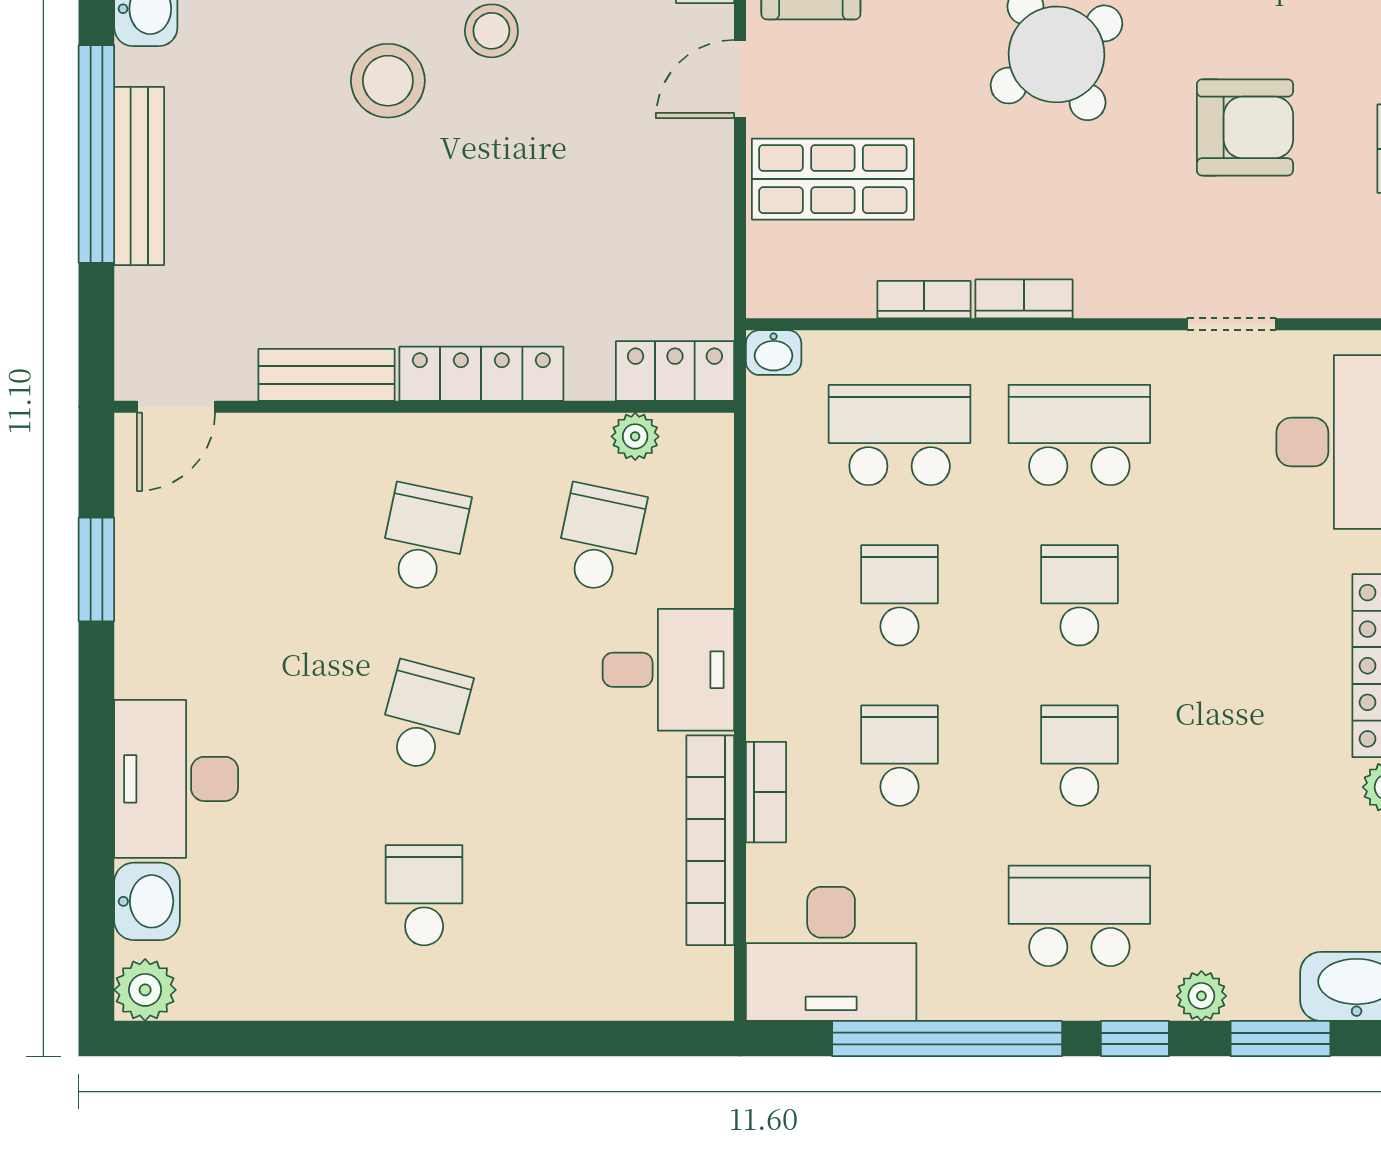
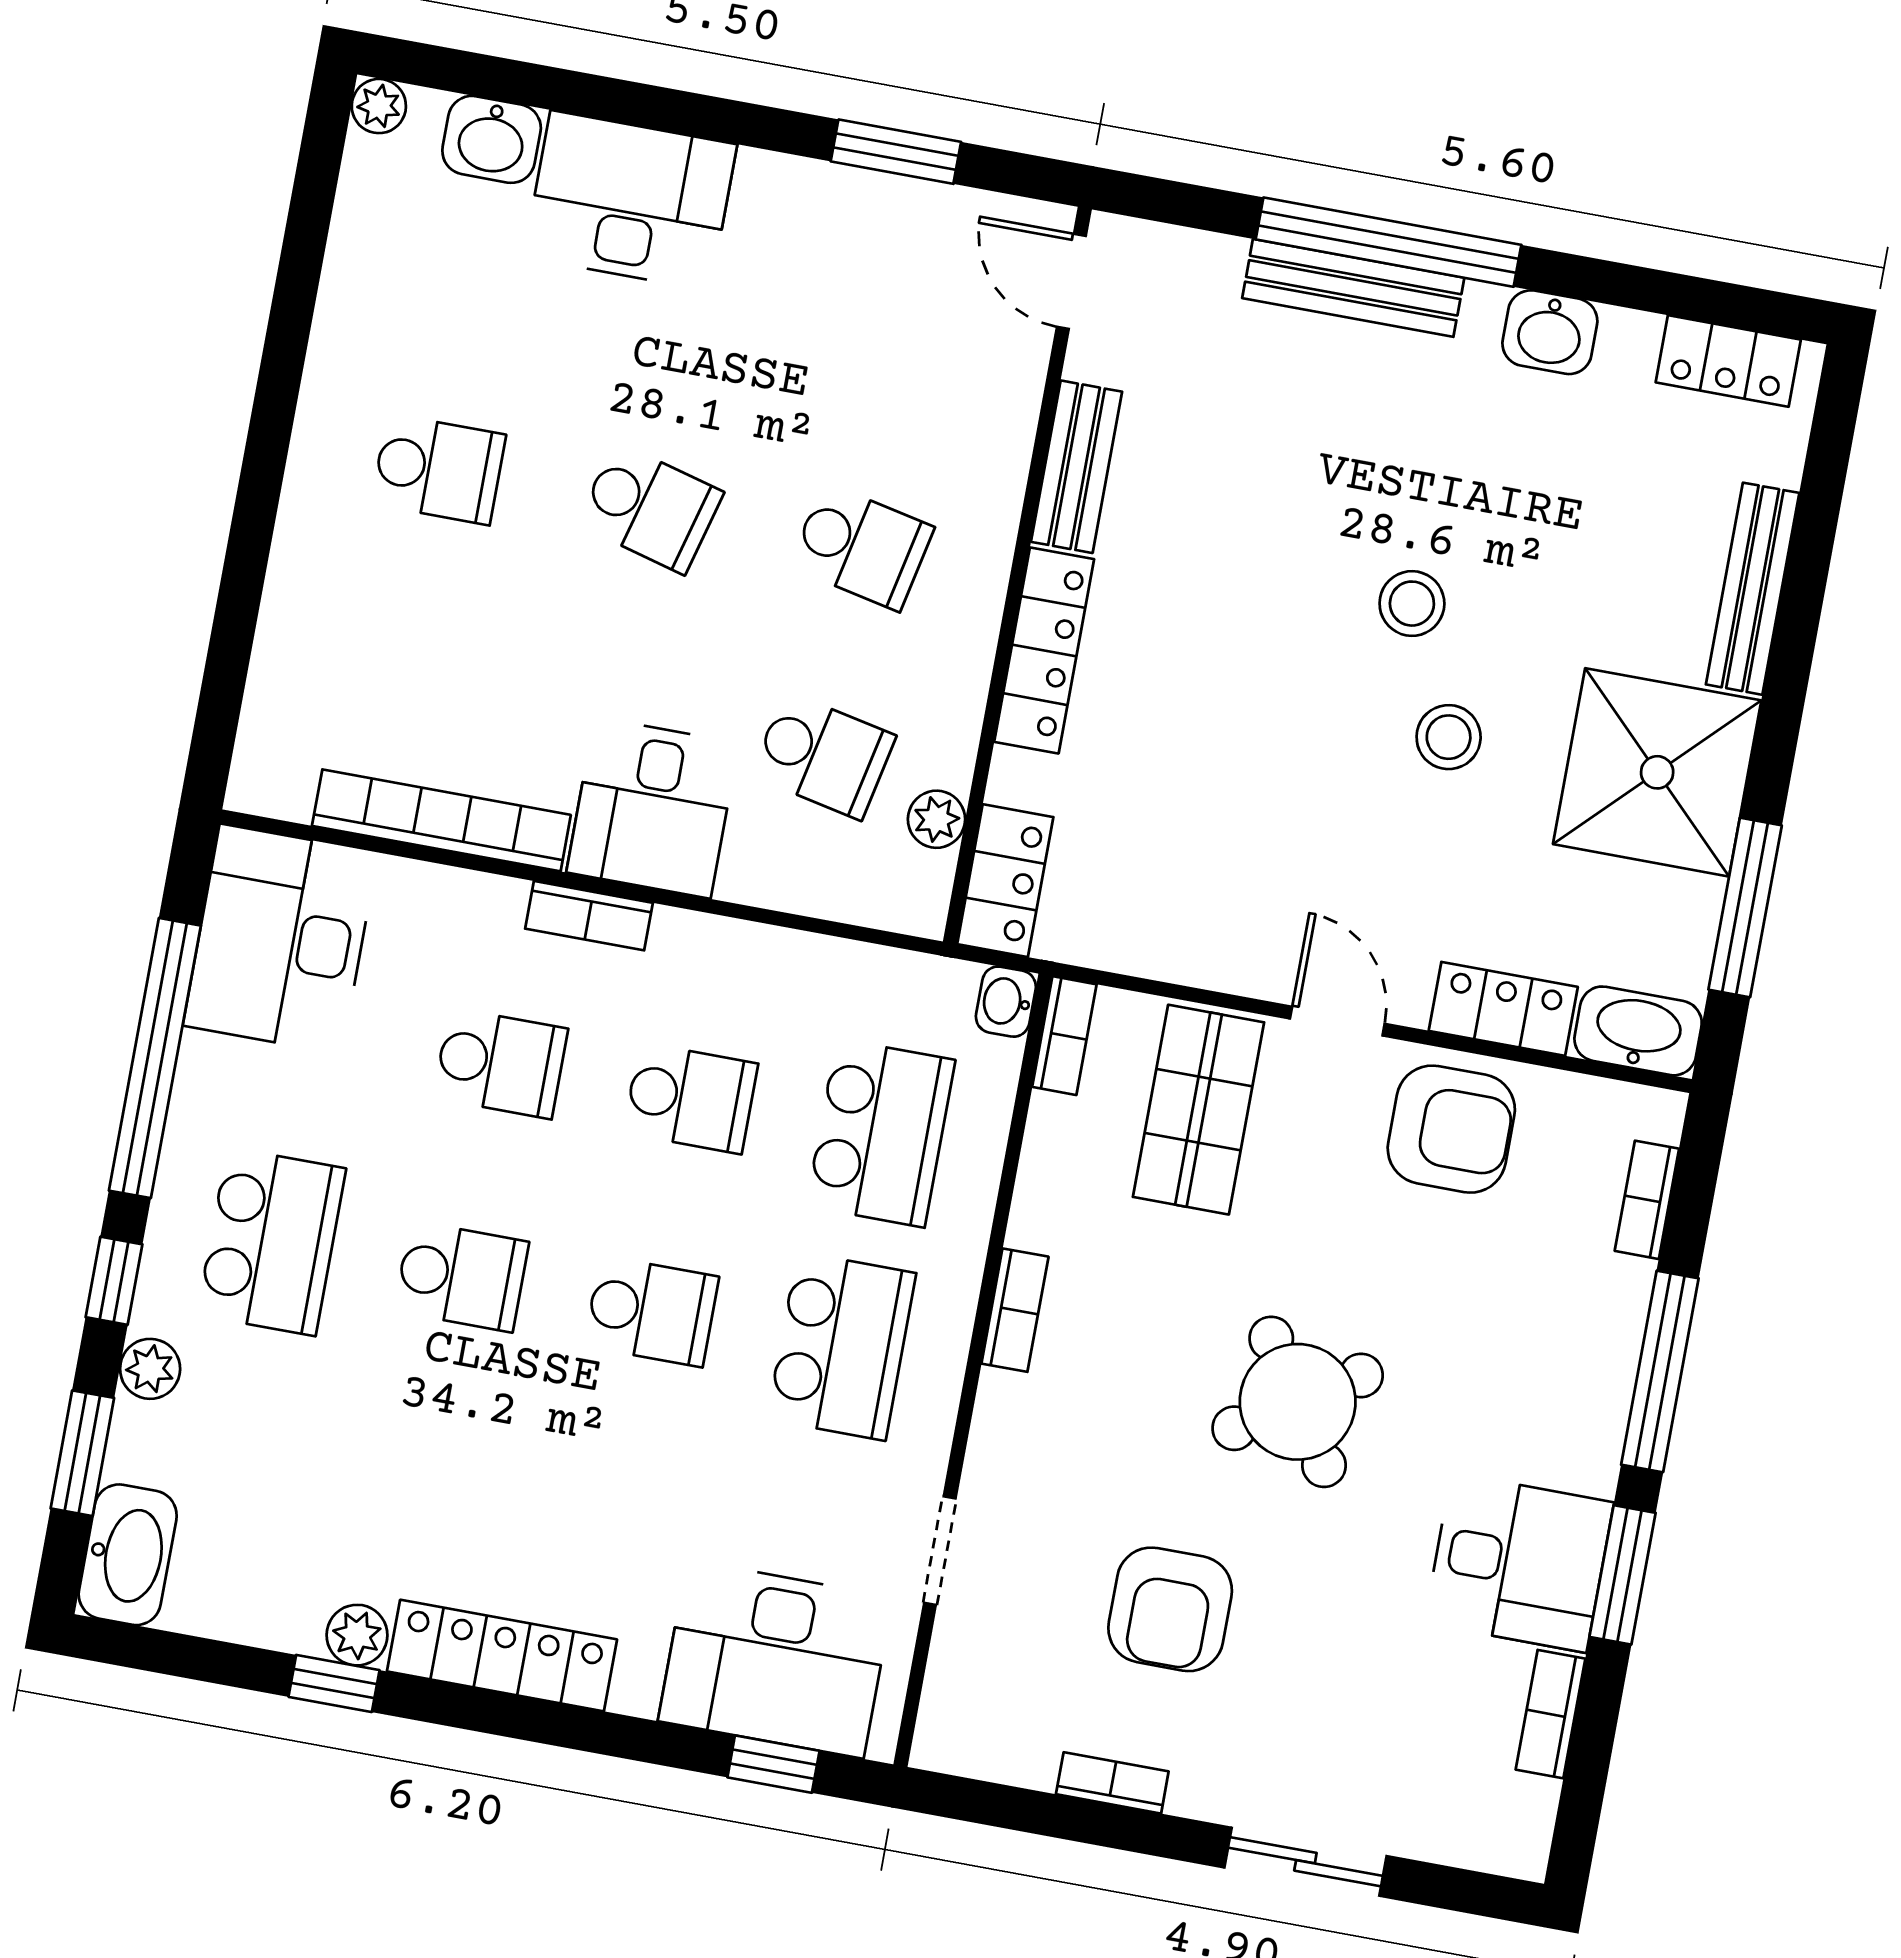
stool: (388, 81) -> (1412, 604), width x0.73, depth x0.73
bookcase: (924, 300) -> (1064, 1036), moved
bookcase: (766, 792) -> (589, 916), moved
plant: (145, 990) -> (379, 106), width x0.73, depth x0.73

